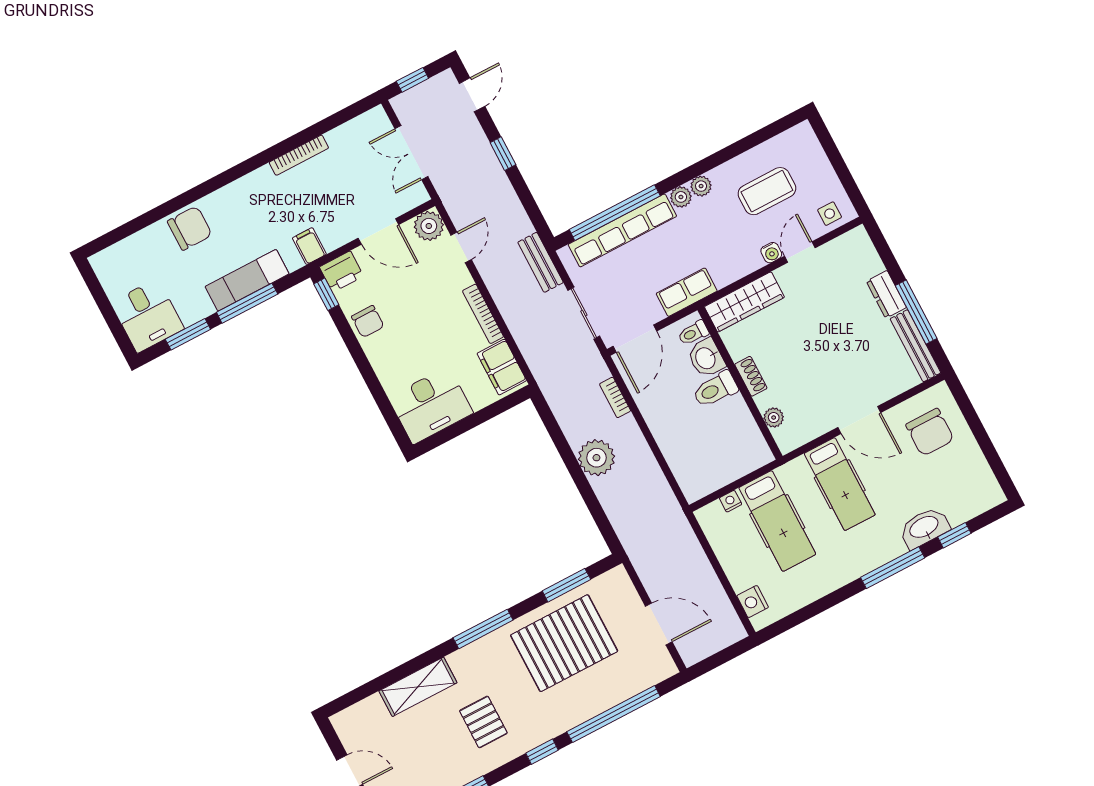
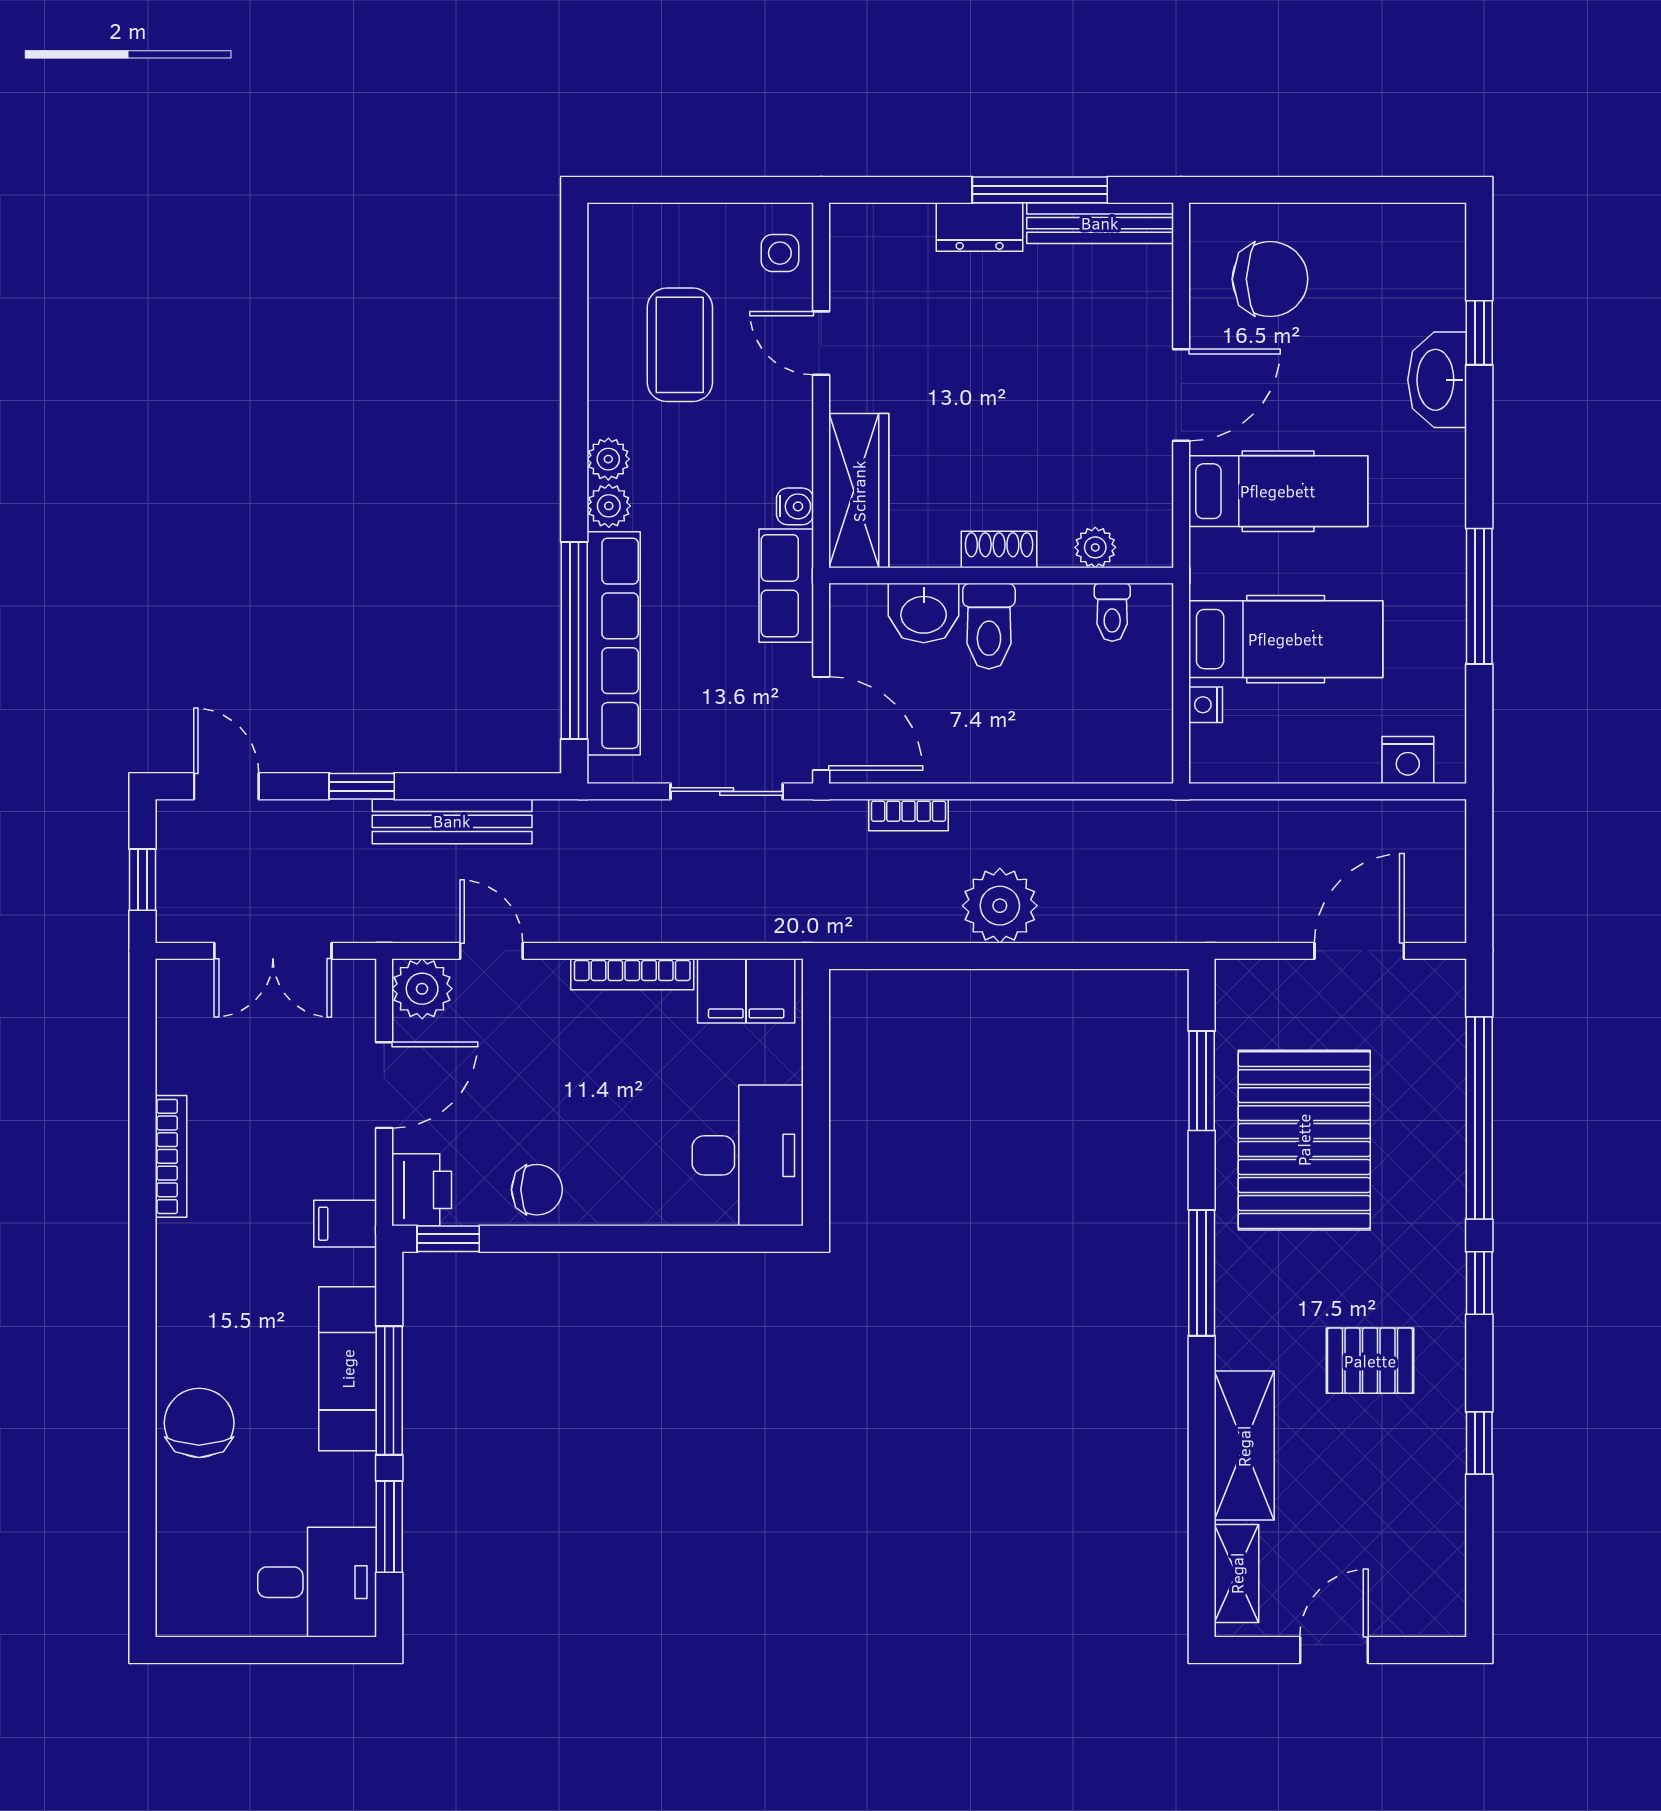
water cooler: (771, 253) -> (795, 506), moved
bench: (541, 262) -> (452, 821), moved, width x1.36
toilet: (693, 333) -> (1112, 612), moved
window: (893, 568) -> (1479, 596), moved
shelving: (361, 713) -> (1237, 1573), added

